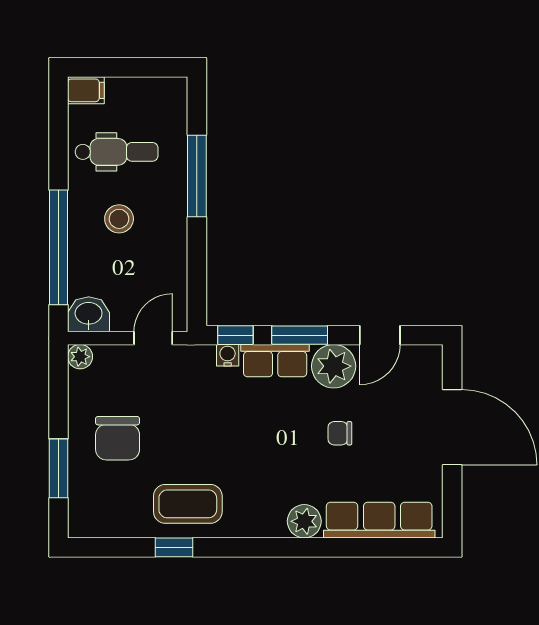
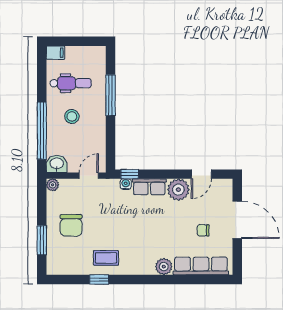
window: (300, 335) -> (161, 174), removed
chair: (340, 433) -> (203, 230), moved
coffee table: (188, 504) -> (106, 258), width x0.73, depth x0.77

